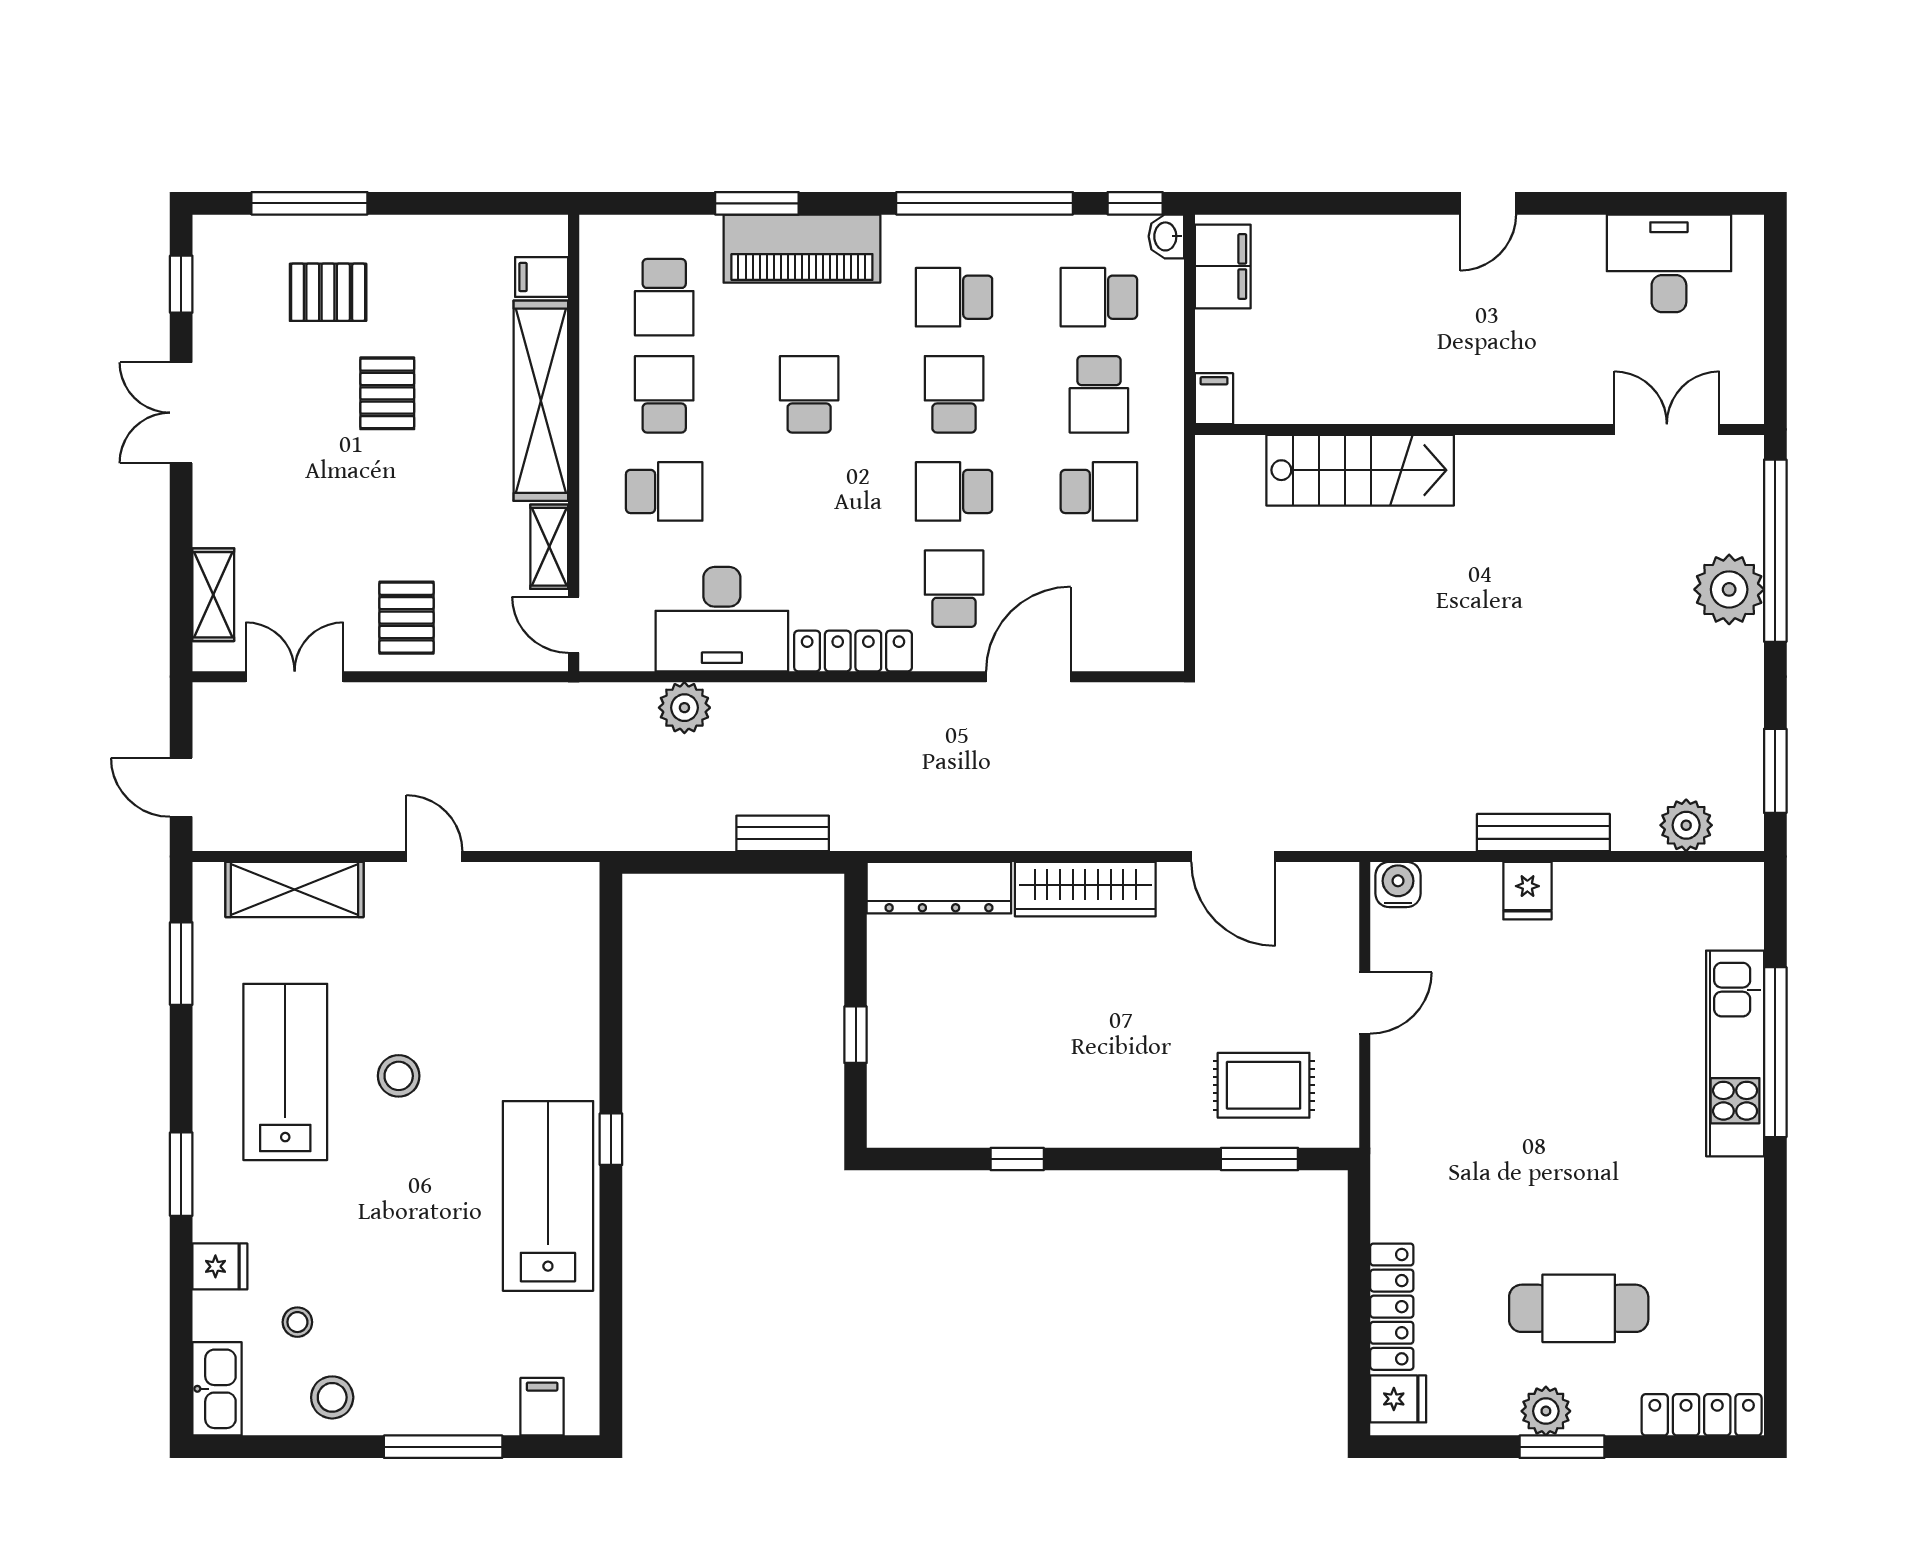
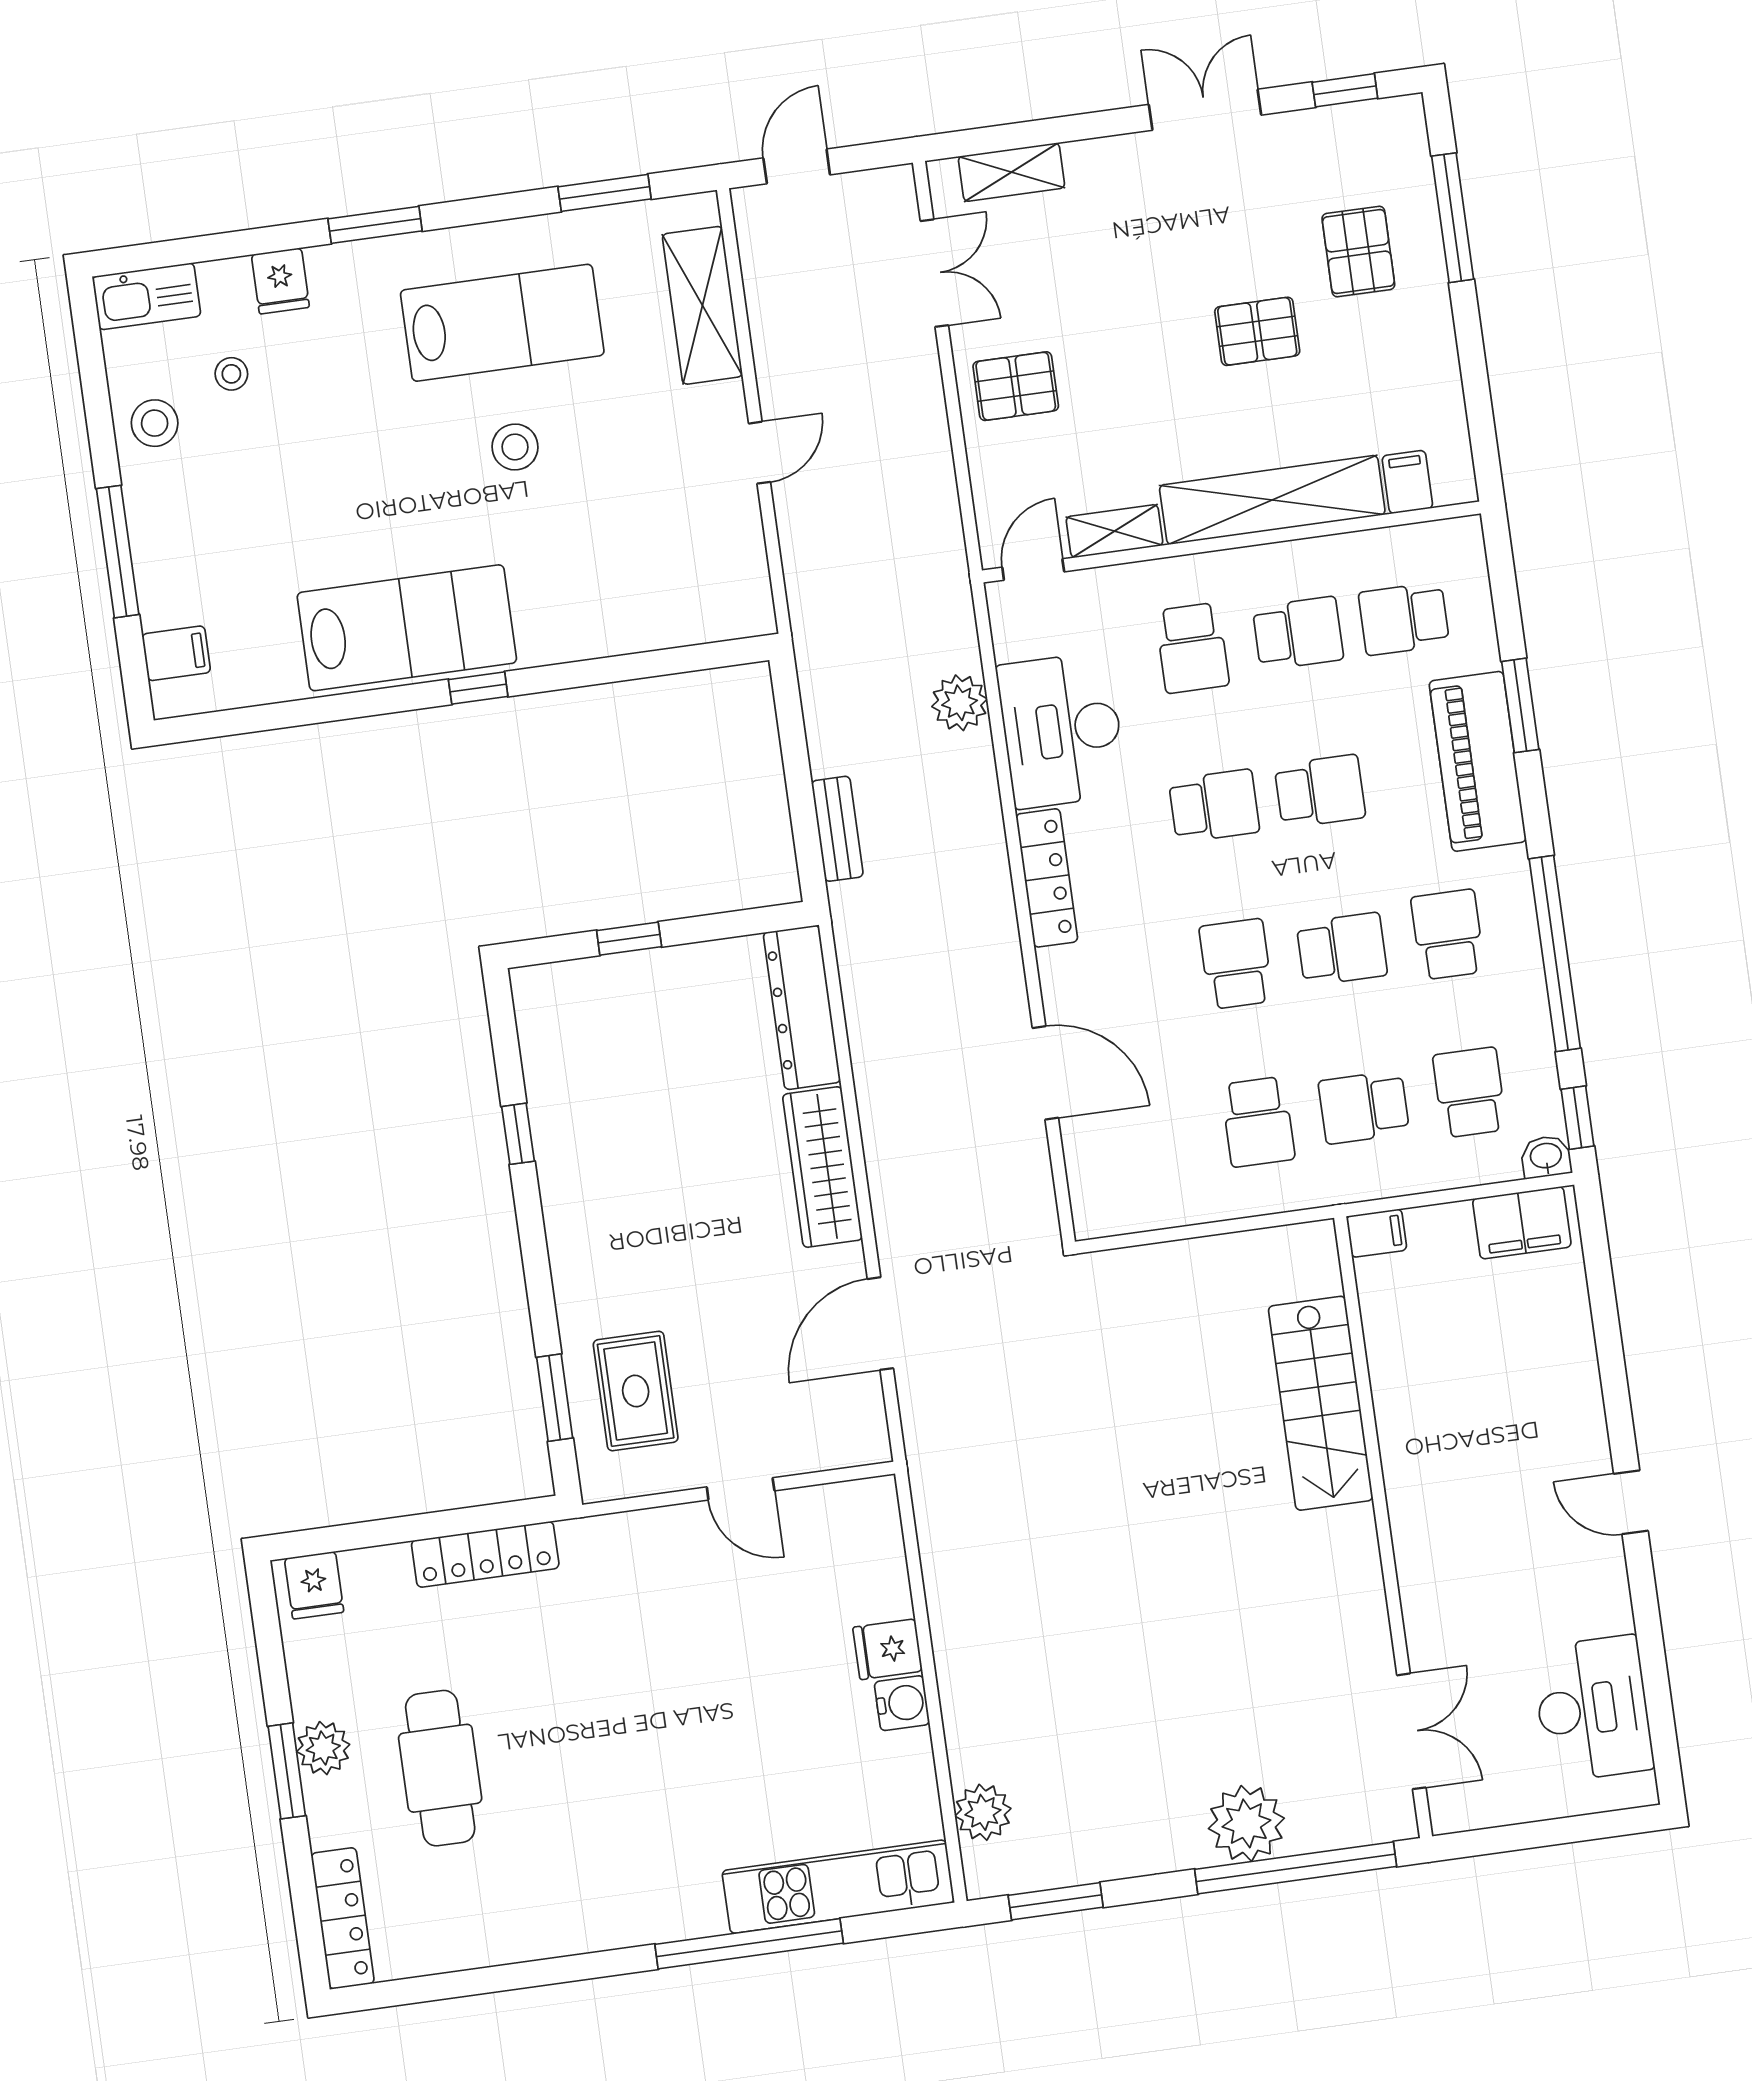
school desk: (954, 589) -> (1214, 806), moved
bench: (1543, 832) -> (953, 1658), removed
water cooler: (1398, 884) -> (902, 1703), moved
kitchen unit: (1735, 1053) -> (838, 1887), moved
locker: (1392, 1307) -> (485, 1554), moved

